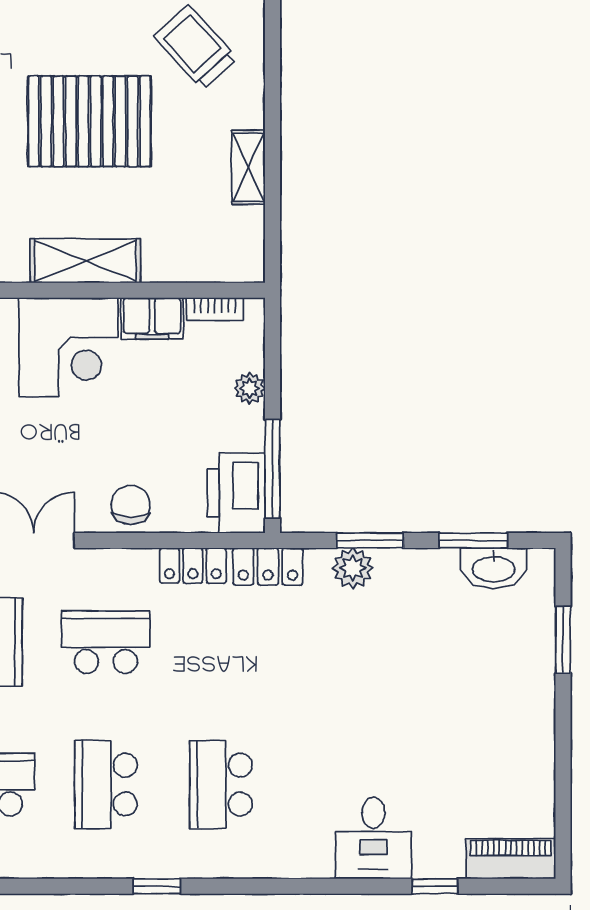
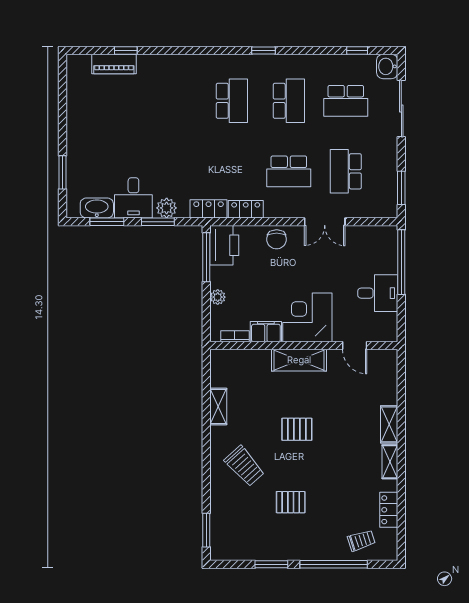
pallet: (89, 121) -> (297, 429), width x0.49, depth x0.50
desk: (373, 838) -> (133, 198), moved, turned 180
piano: (511, 859) -> (114, 64), moved

